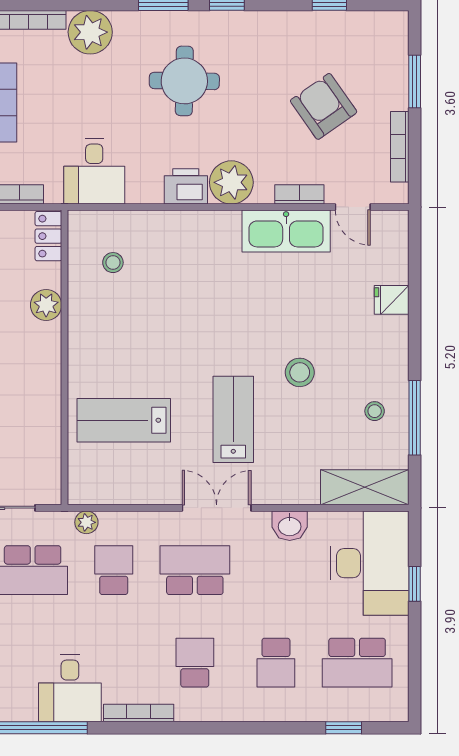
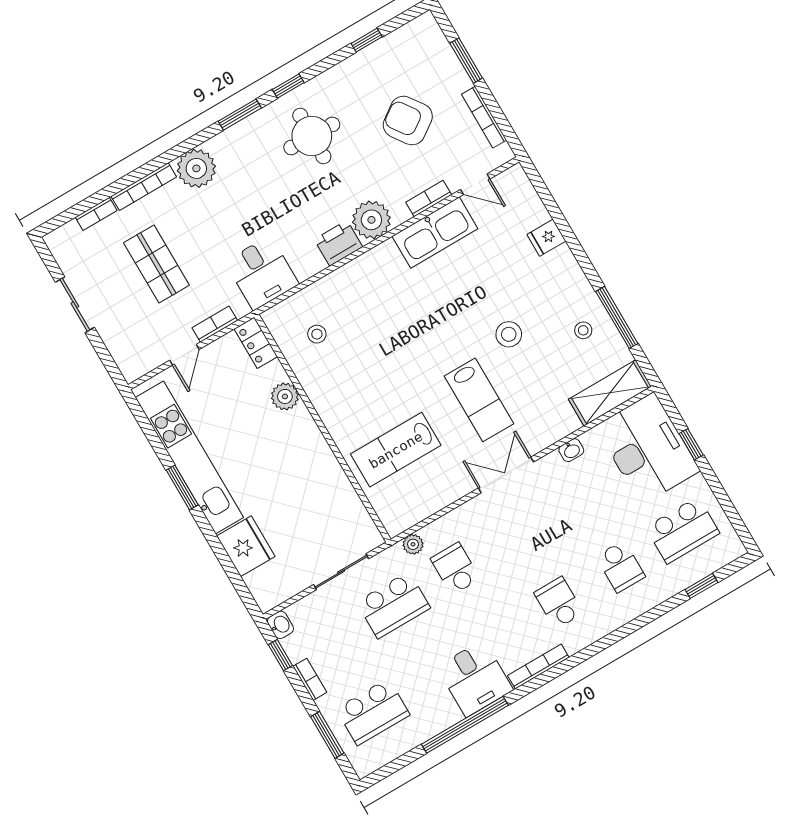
round table: (184, 81) -> (312, 136), moved
lab bench: (233, 419) -> (479, 400), turned 180
washbasin: (290, 526) -> (571, 450), width x0.72, depth x0.69
school desk: (195, 570) -> (517, 532), removed

